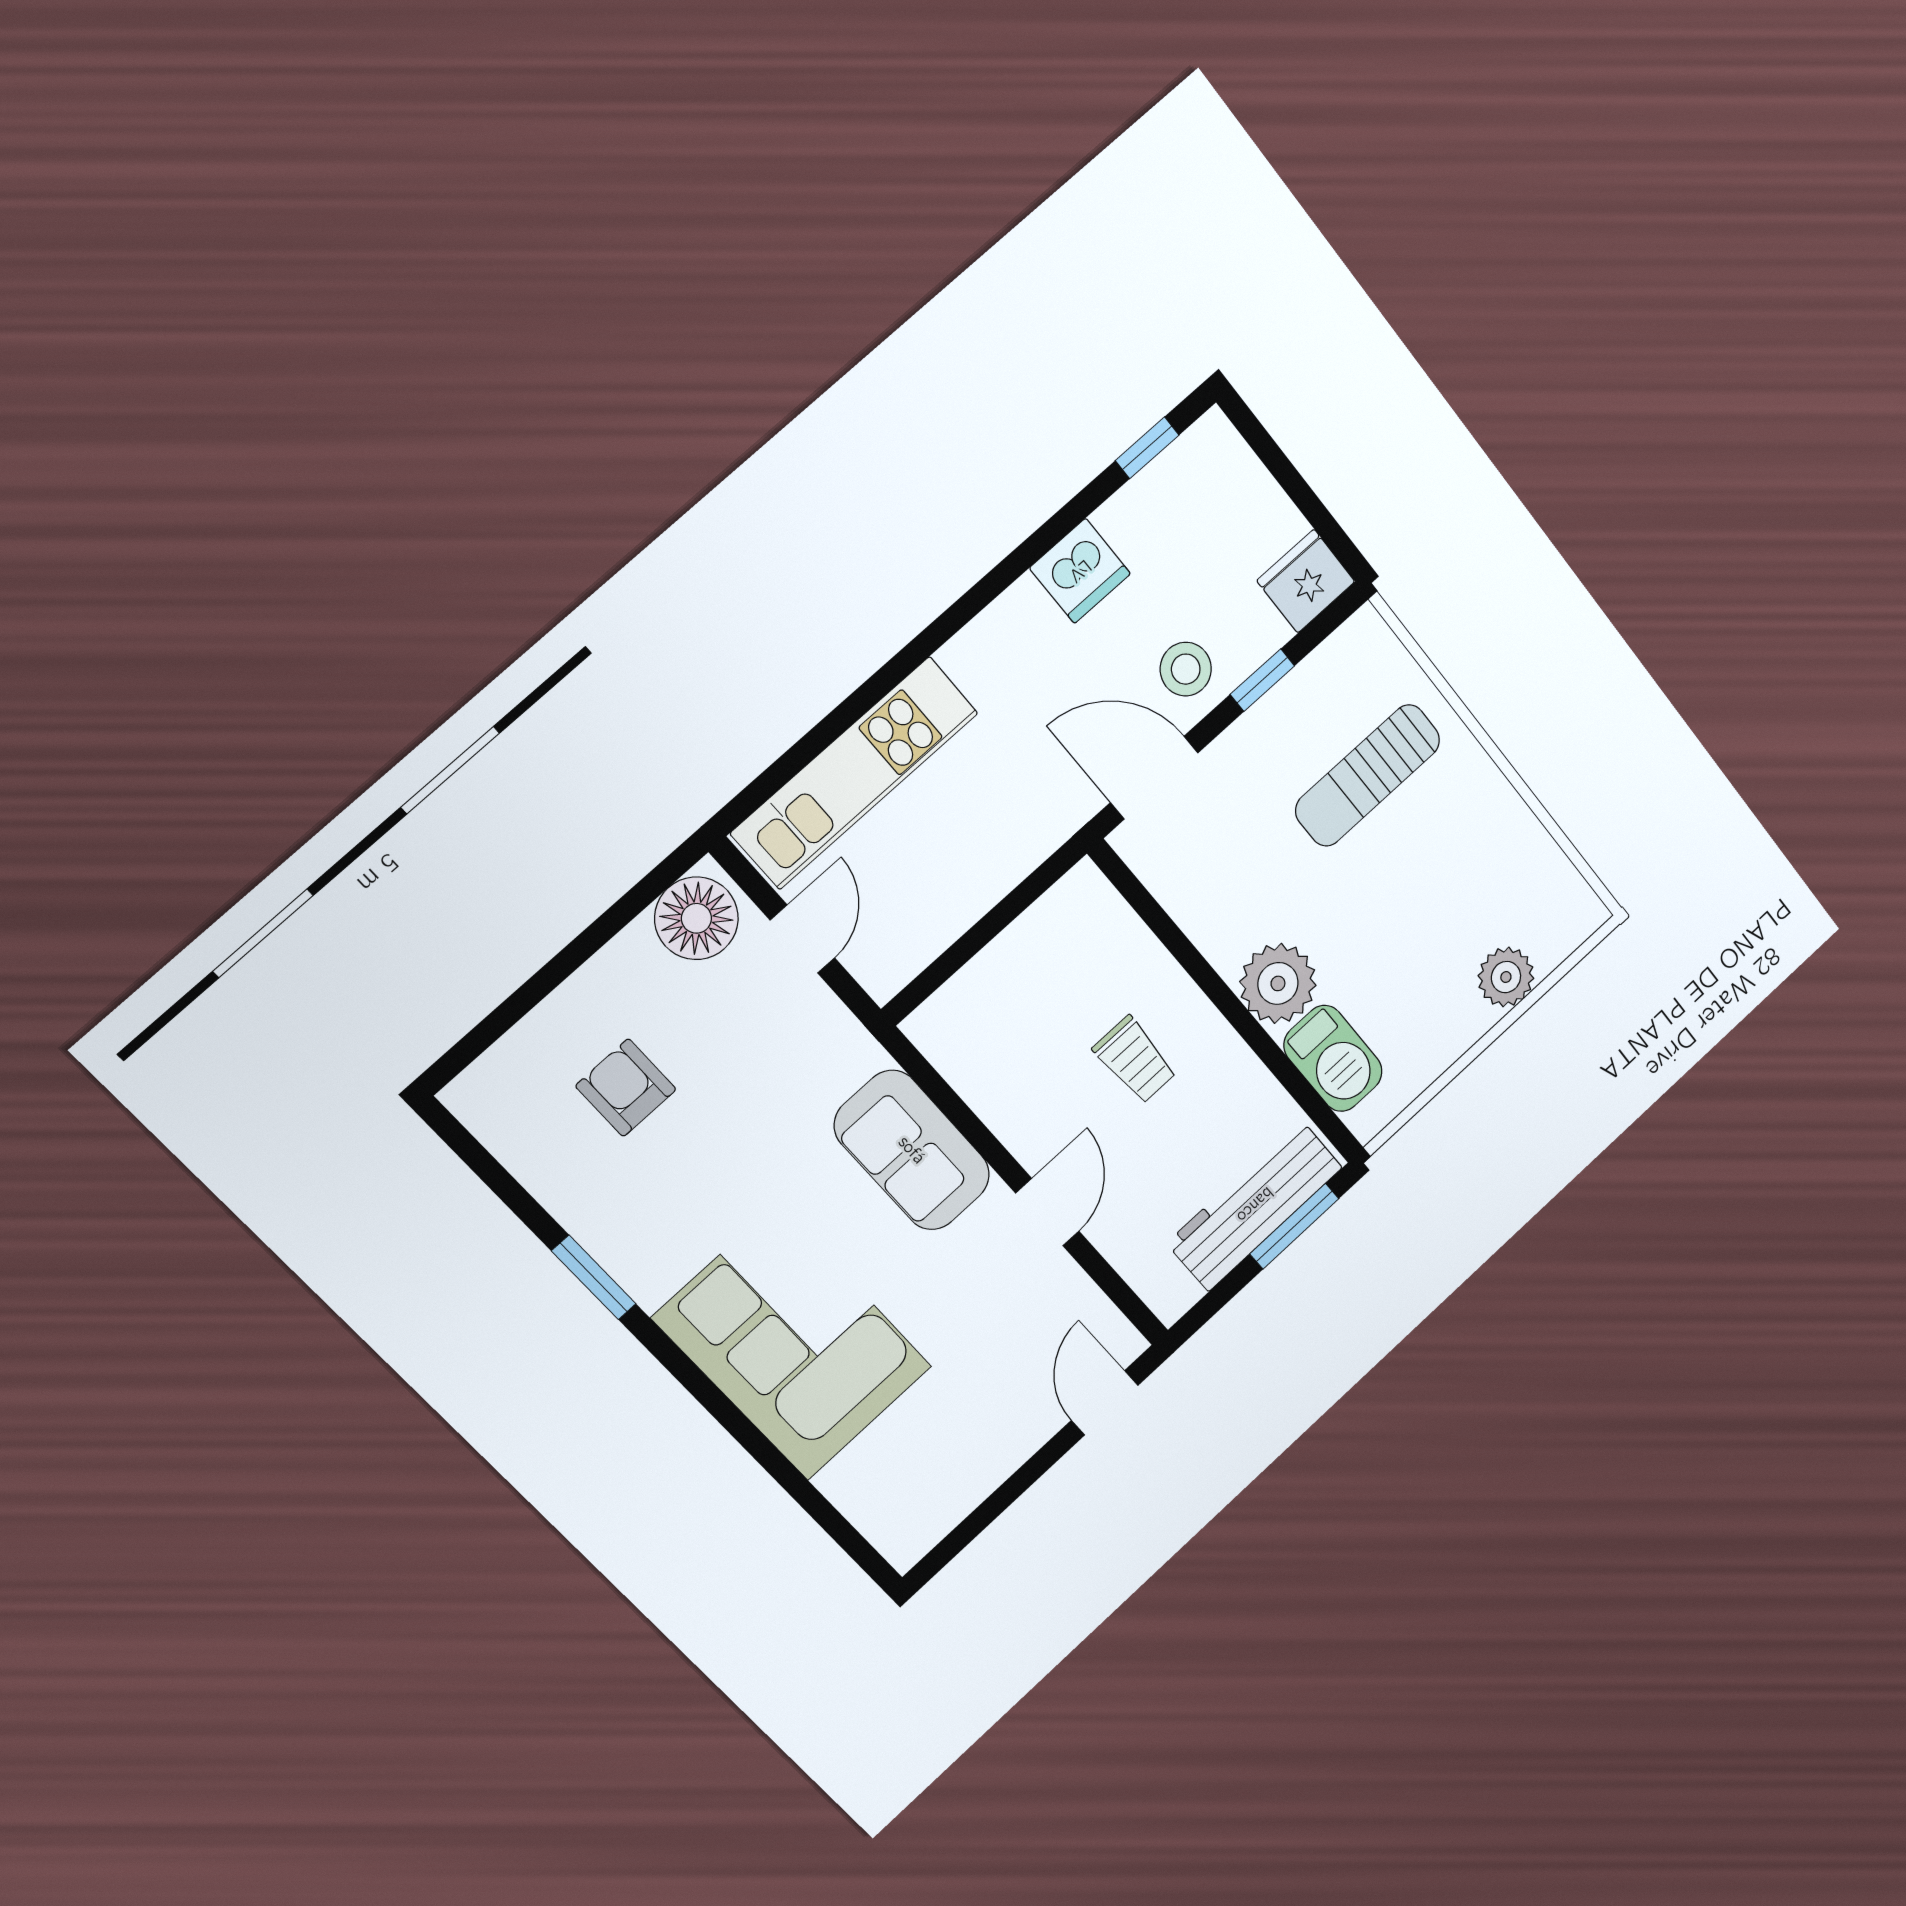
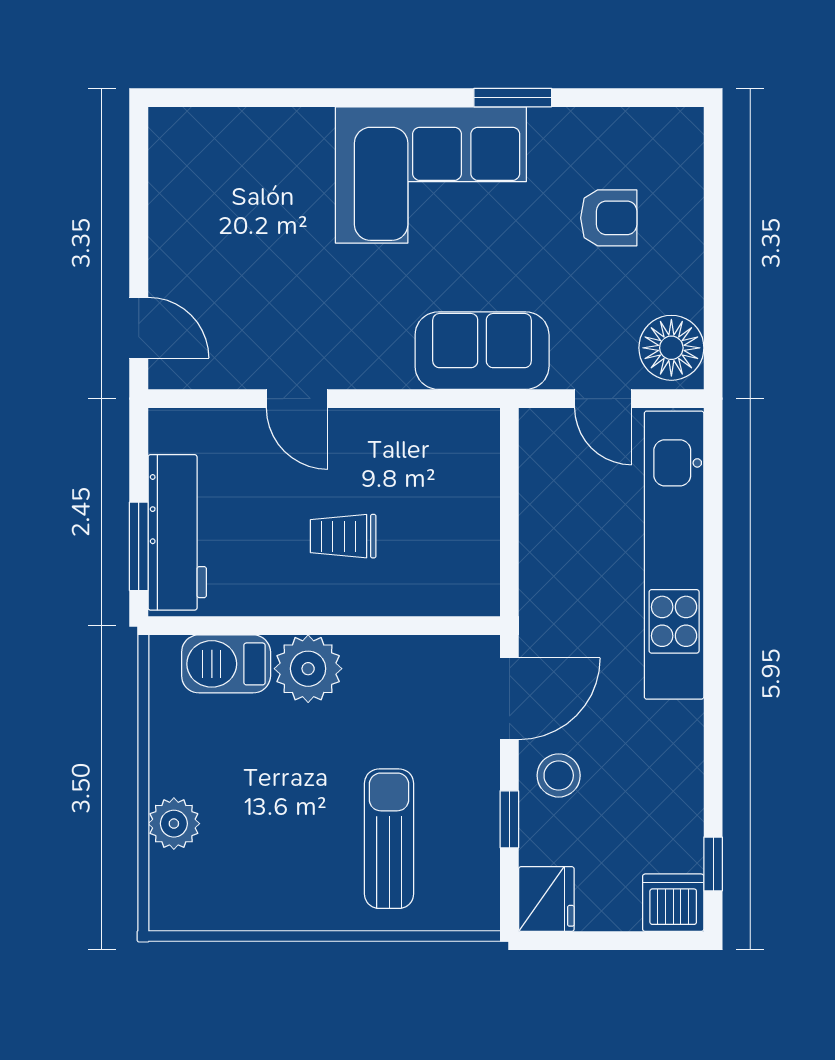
dishwasher: (1080, 571) -> (673, 903), moved, turned 90
kitchen unit: (855, 773) -> (674, 555), width x1.36
sofa: (912, 1150) -> (482, 351), moved
corner sofa: (793, 1343) -> (431, 175), moved

